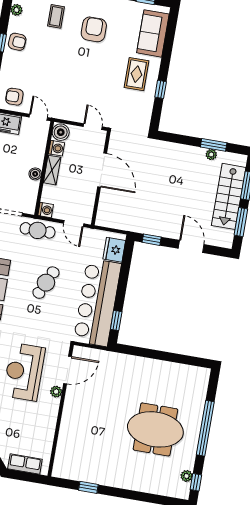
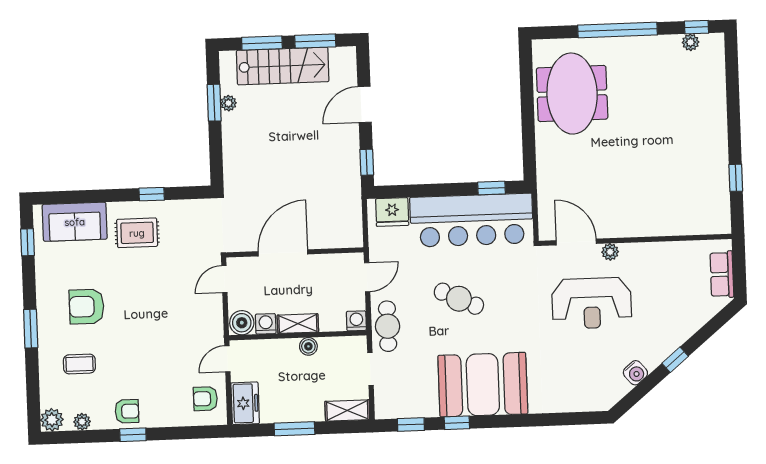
armchair: (17, 42) -> (127, 411), turned 86
armchair: (14, 97) -> (205, 399), turned 90
meeting table: (155, 429) -> (572, 94), moved

